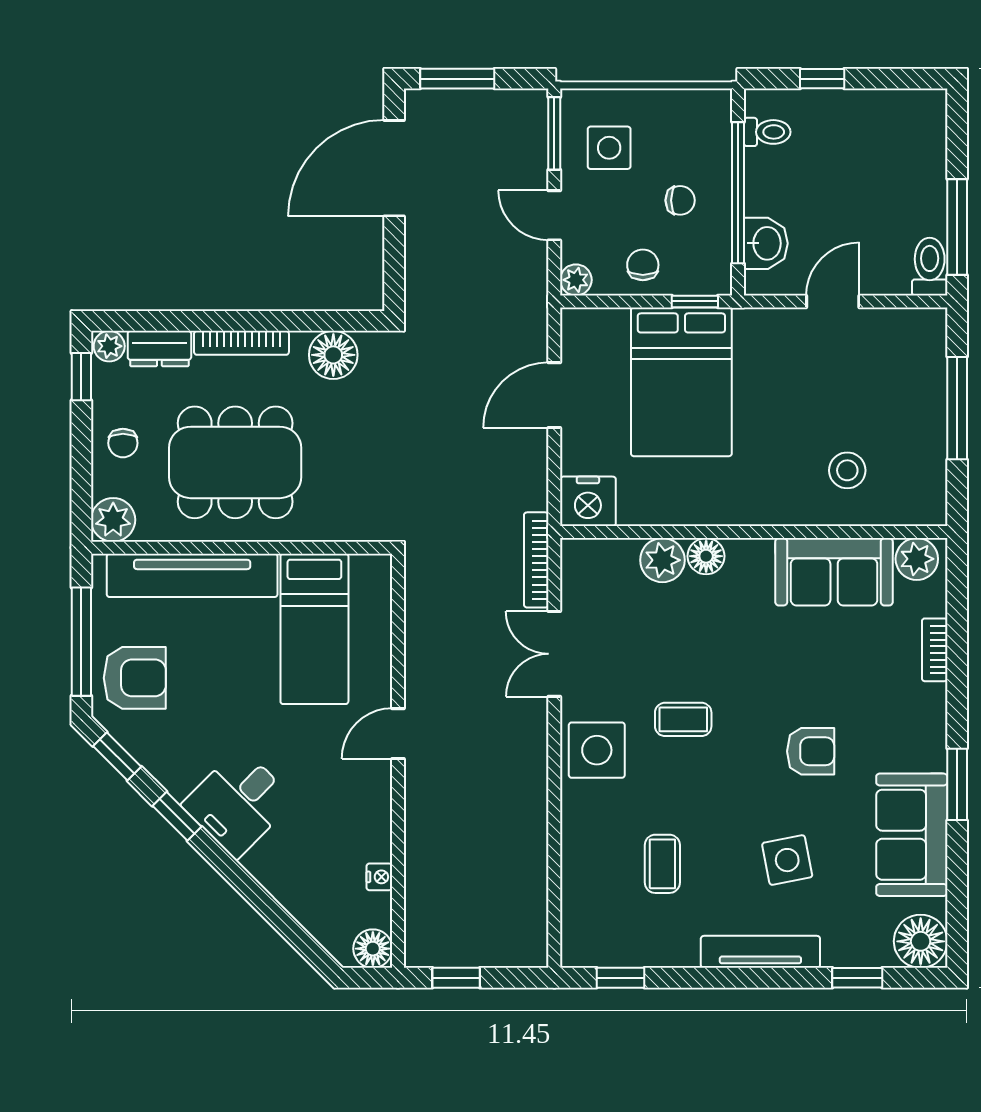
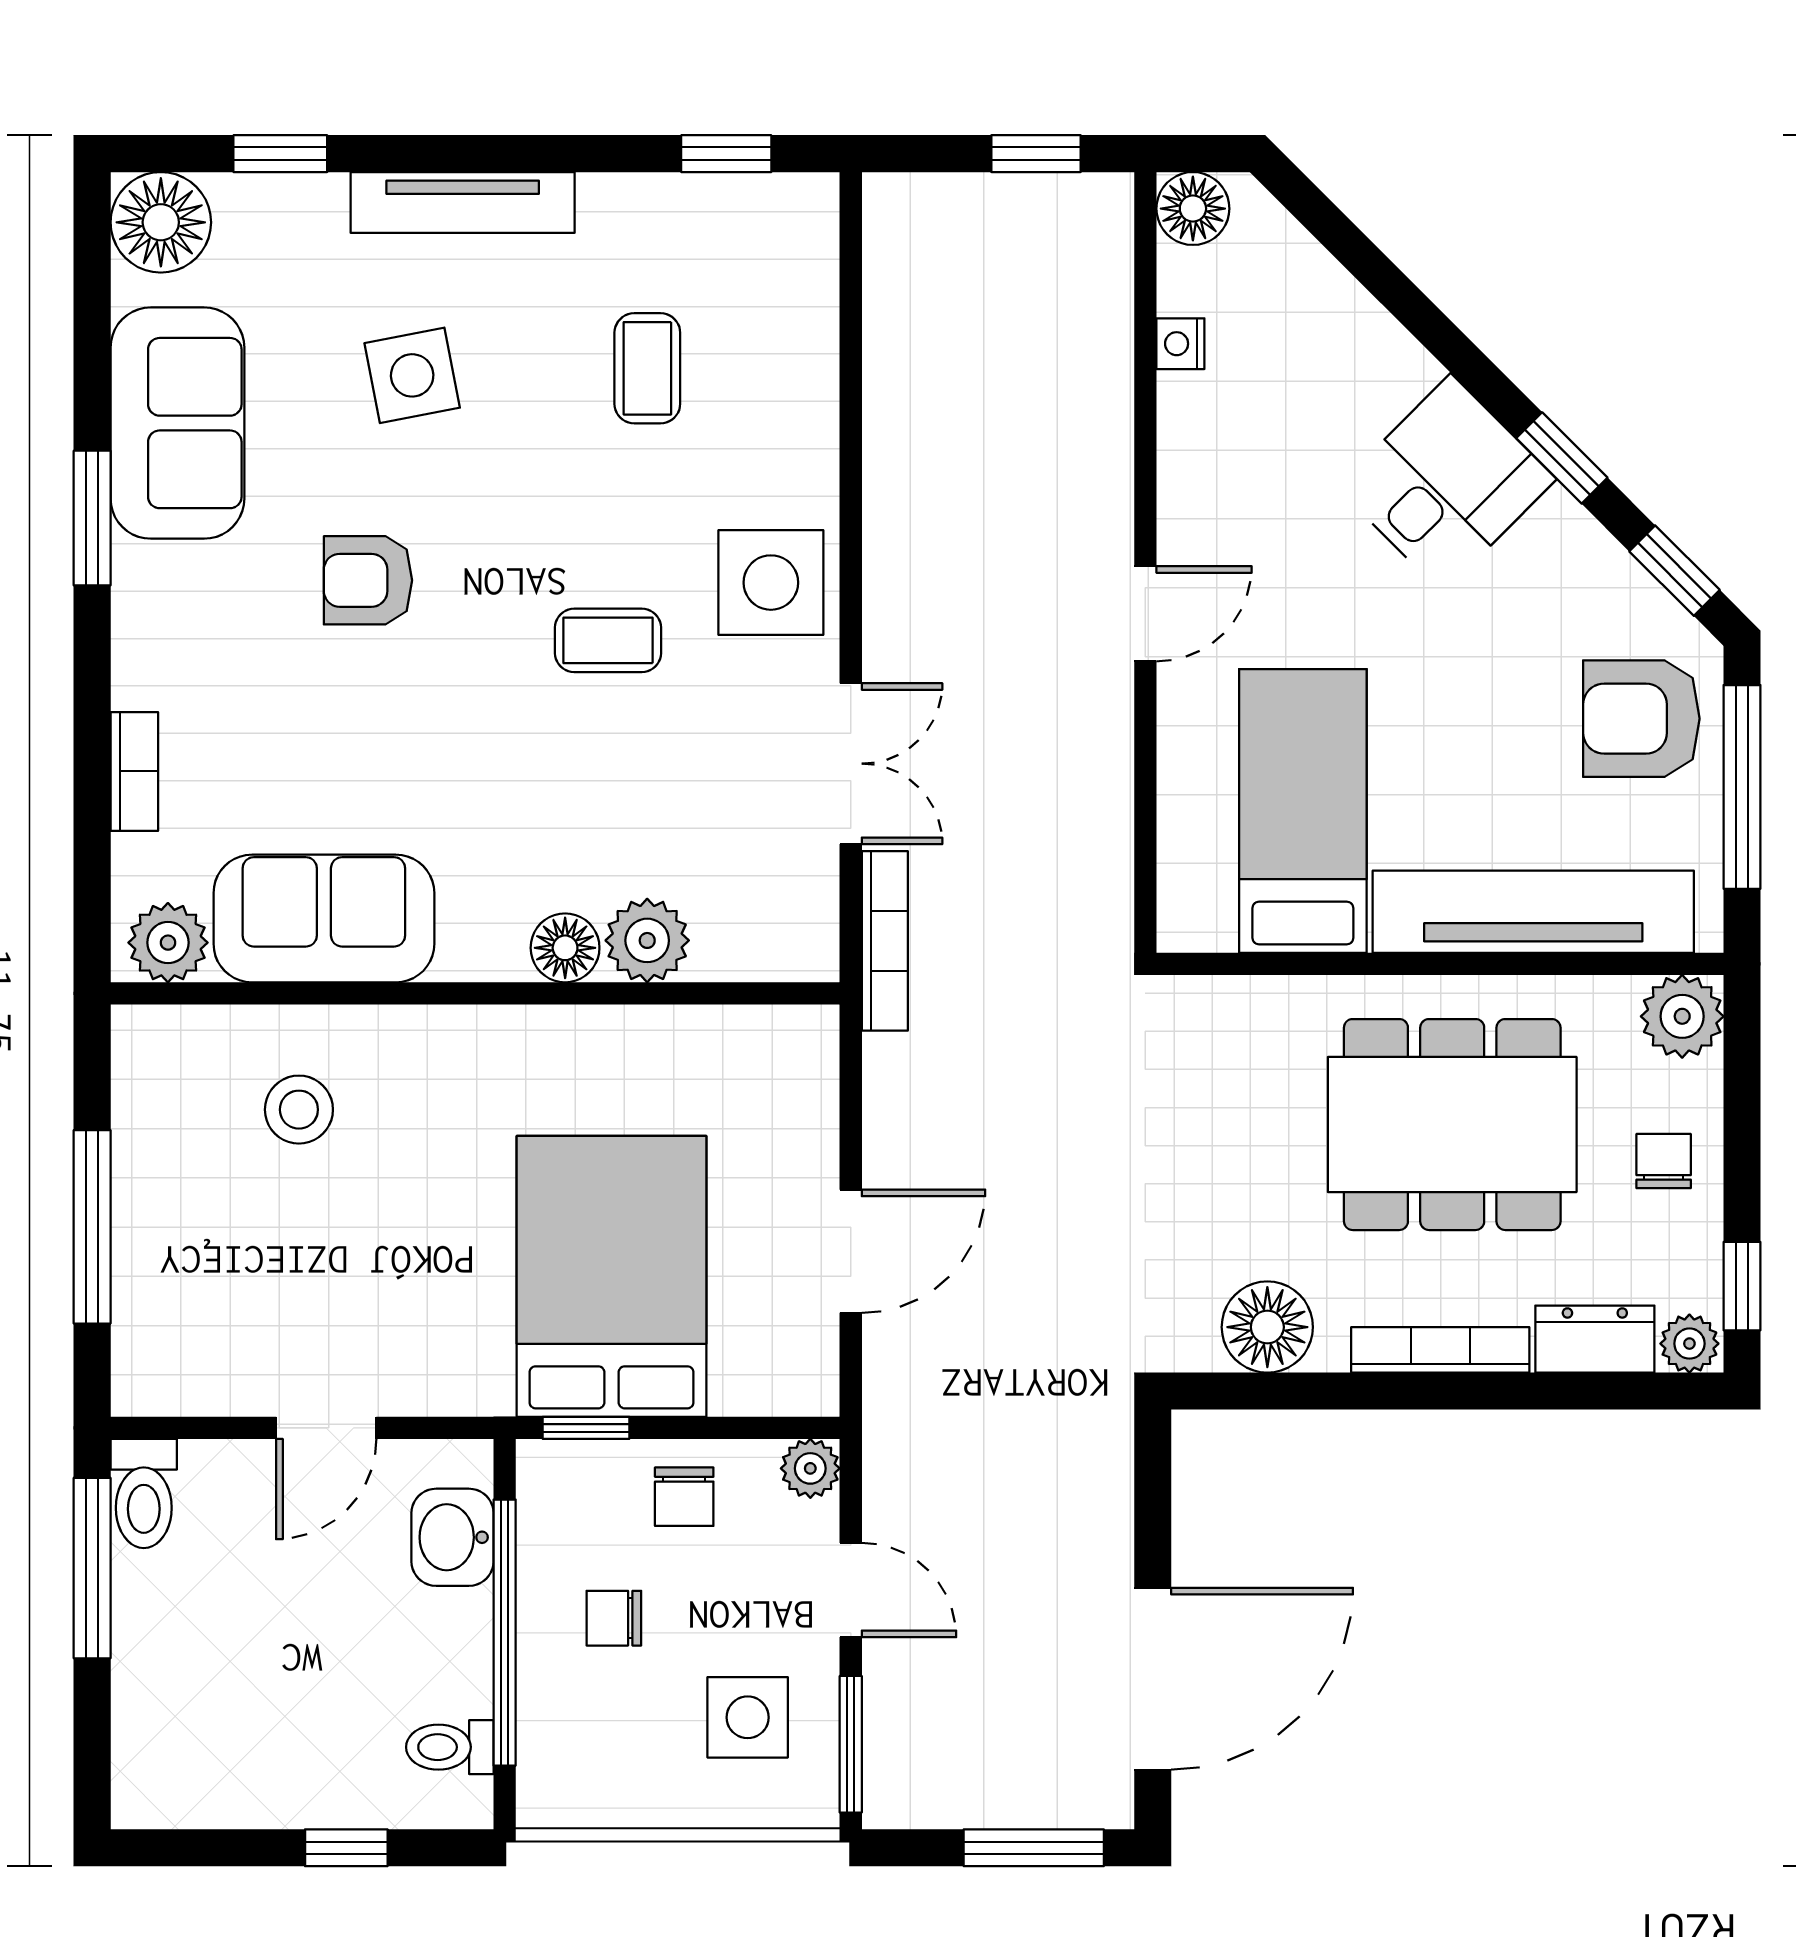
nightstand: (588, 501) -> (788, 1051), removed

